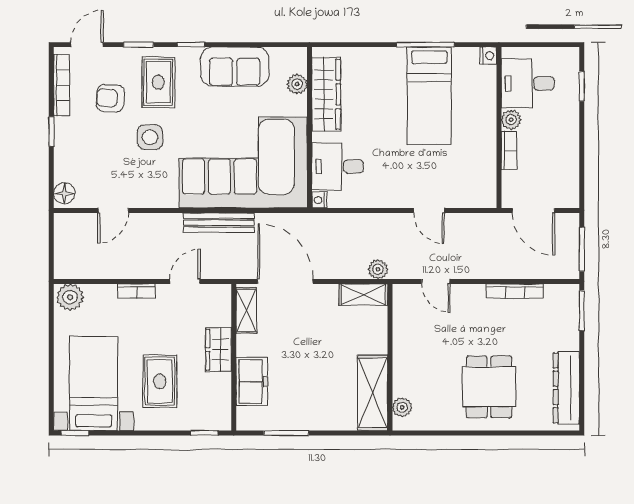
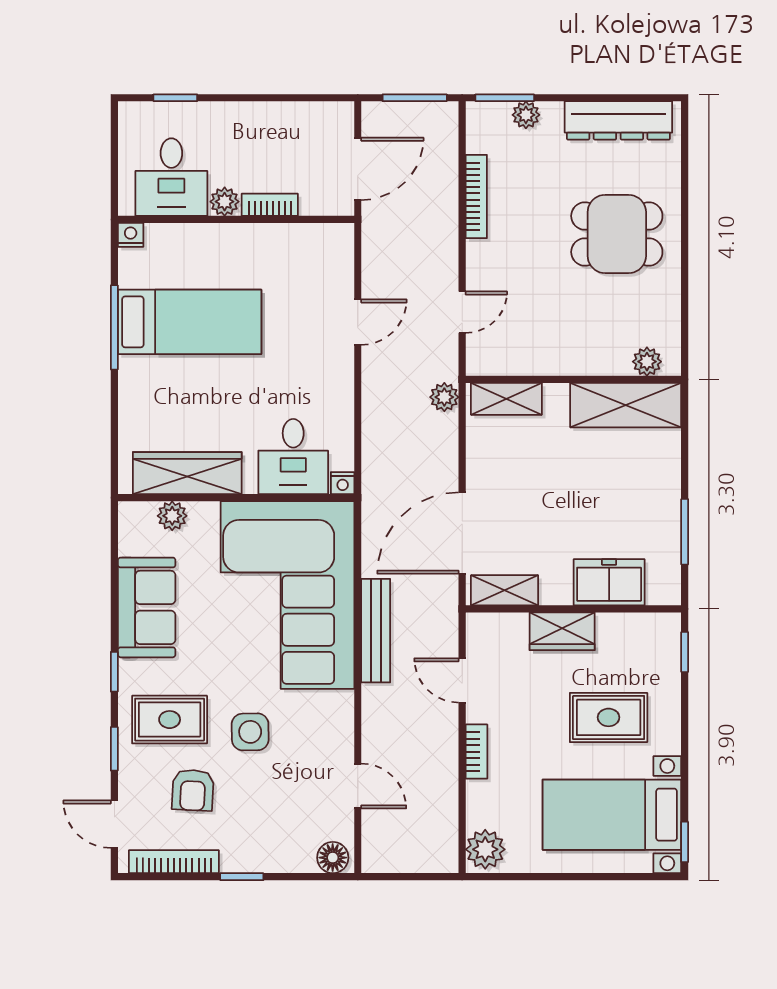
shelving: (363, 295) -> (506, 399), moved, turned 90
plant: (570, 325) -> (526, 115), added

